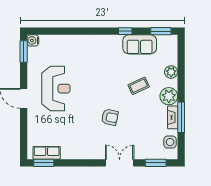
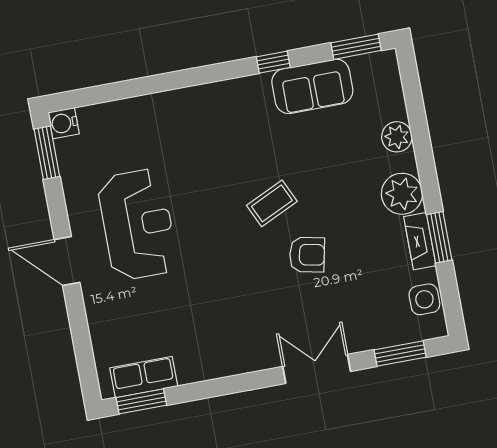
coffee table: (139, 86) -> (272, 203), moved
armchair: (110, 117) -> (307, 255), moved
window: (181, 117) -> (439, 237), width x0.69

